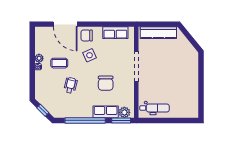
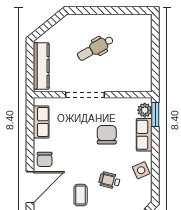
side table: (90, 55) -> (141, 170), moved
chair: (106, 83) -> (107, 135), turned -90
dental chair: (155, 108) -> (95, 48), moved, turned -119
window: (85, 120) -> (155, 161), removed

